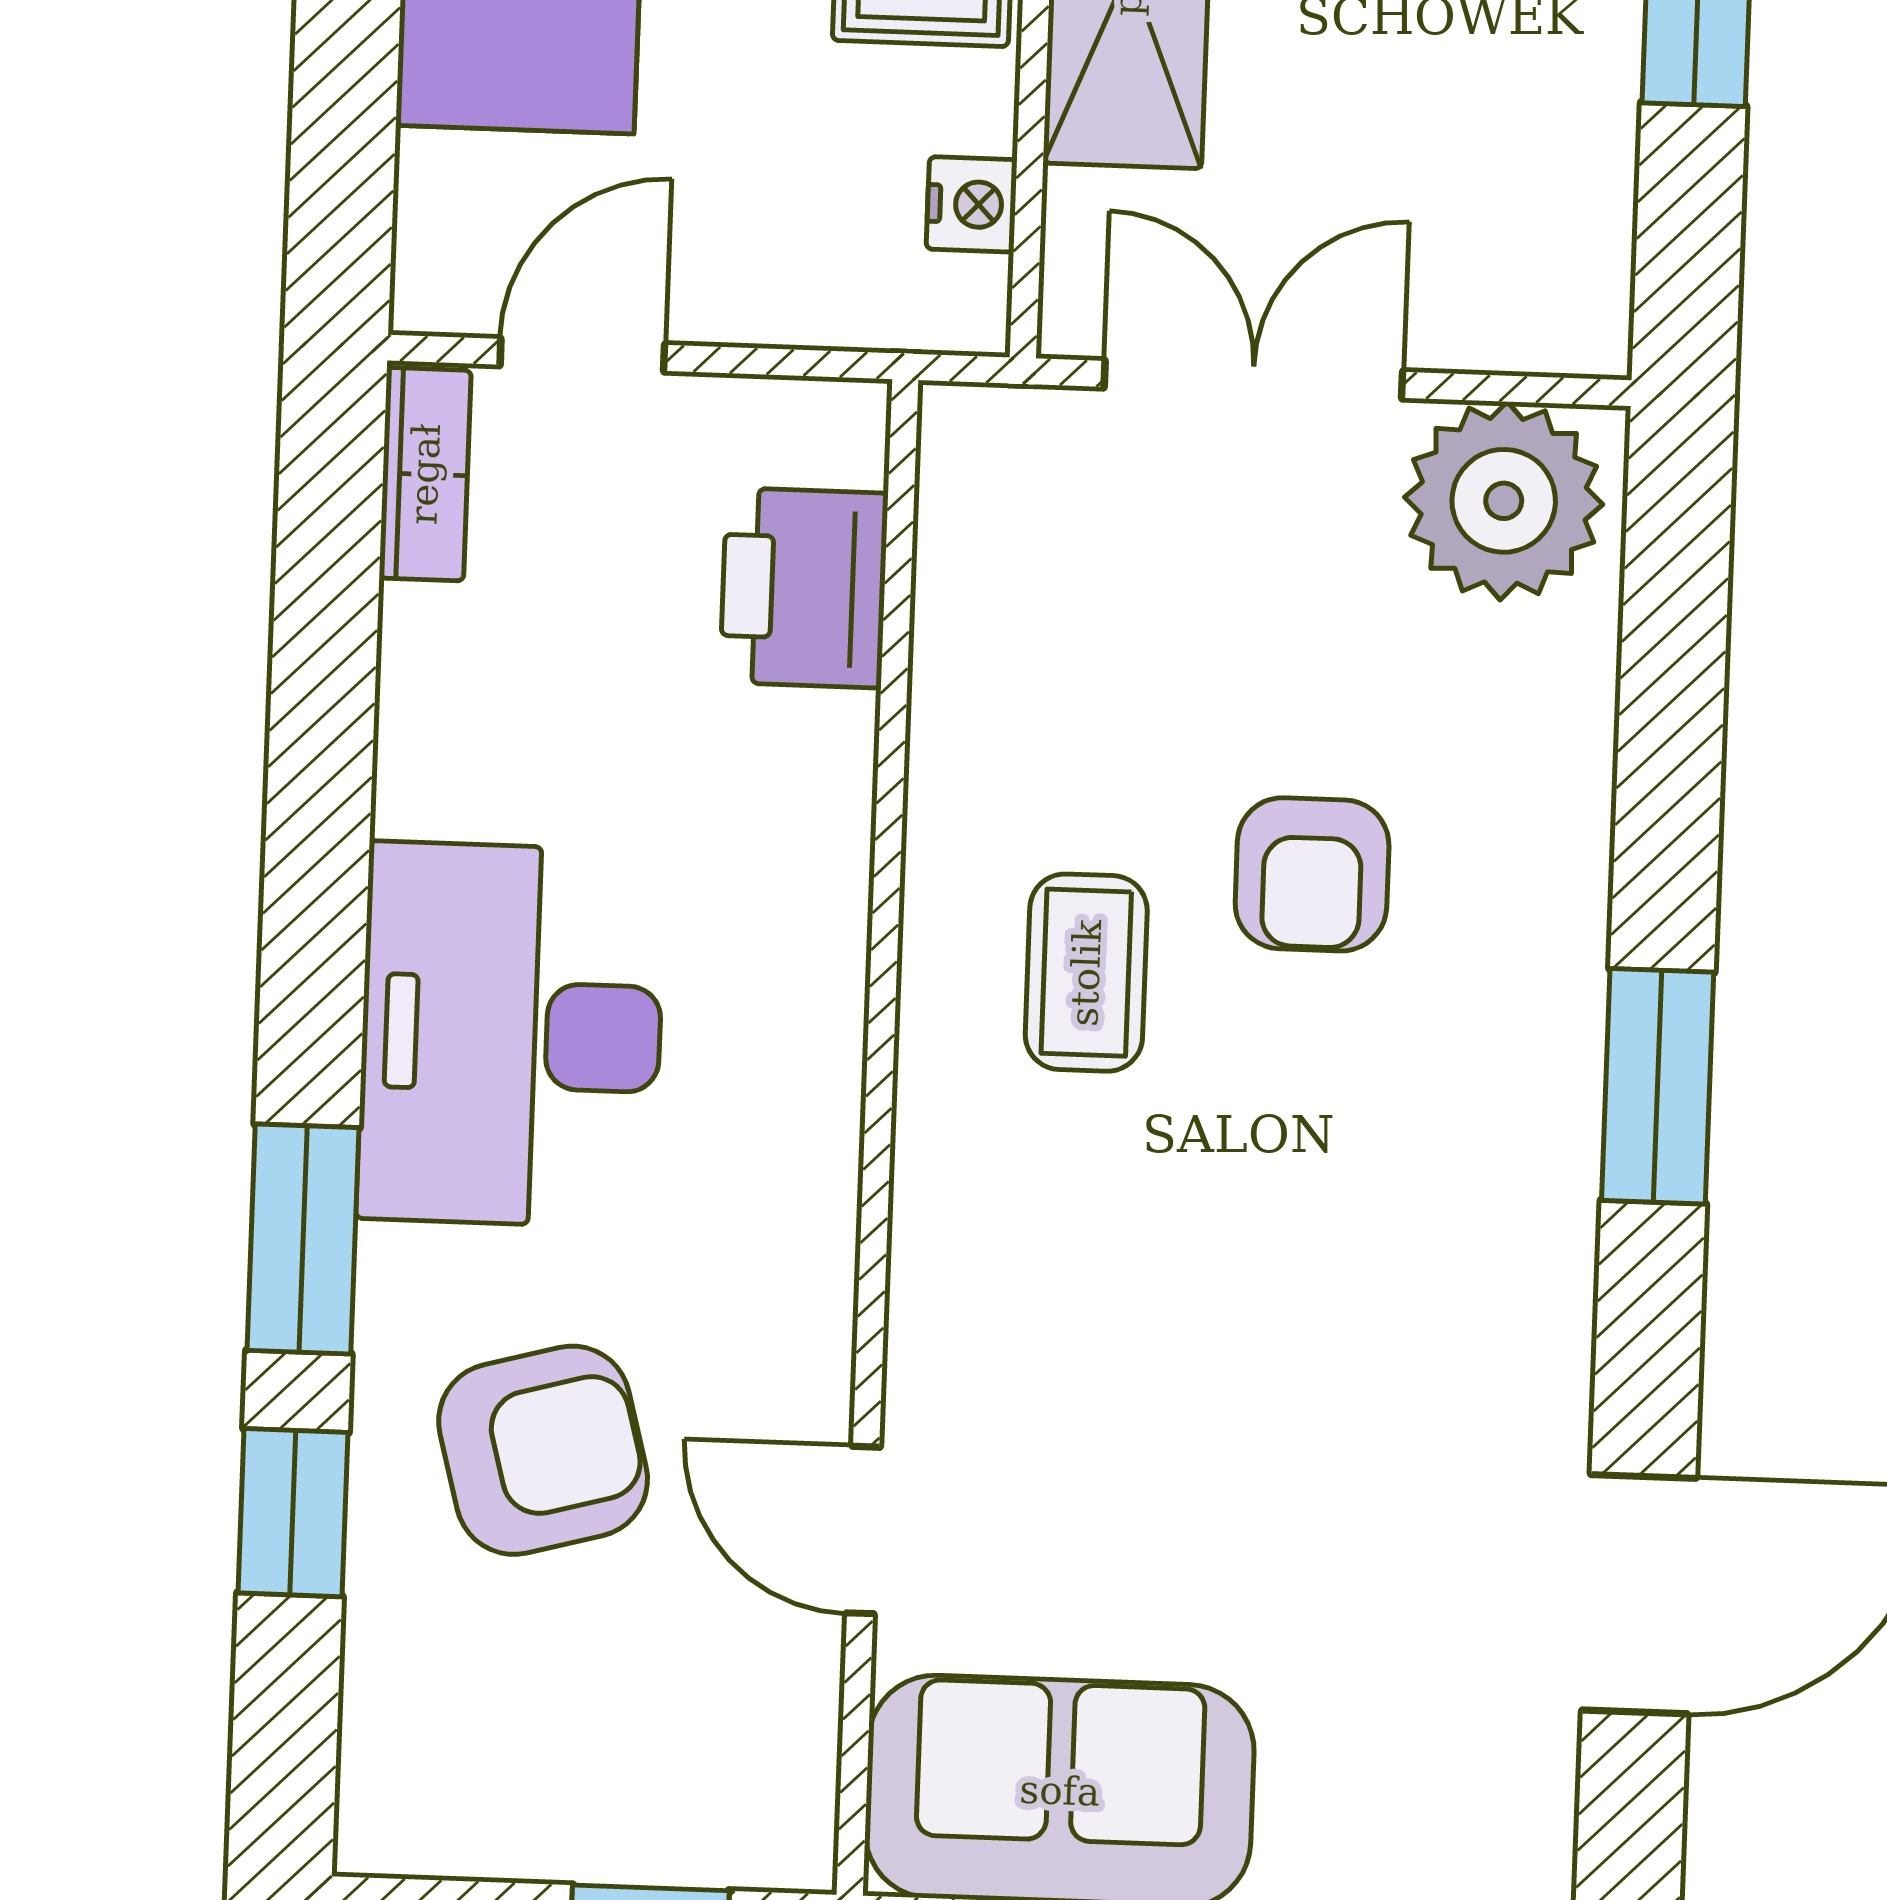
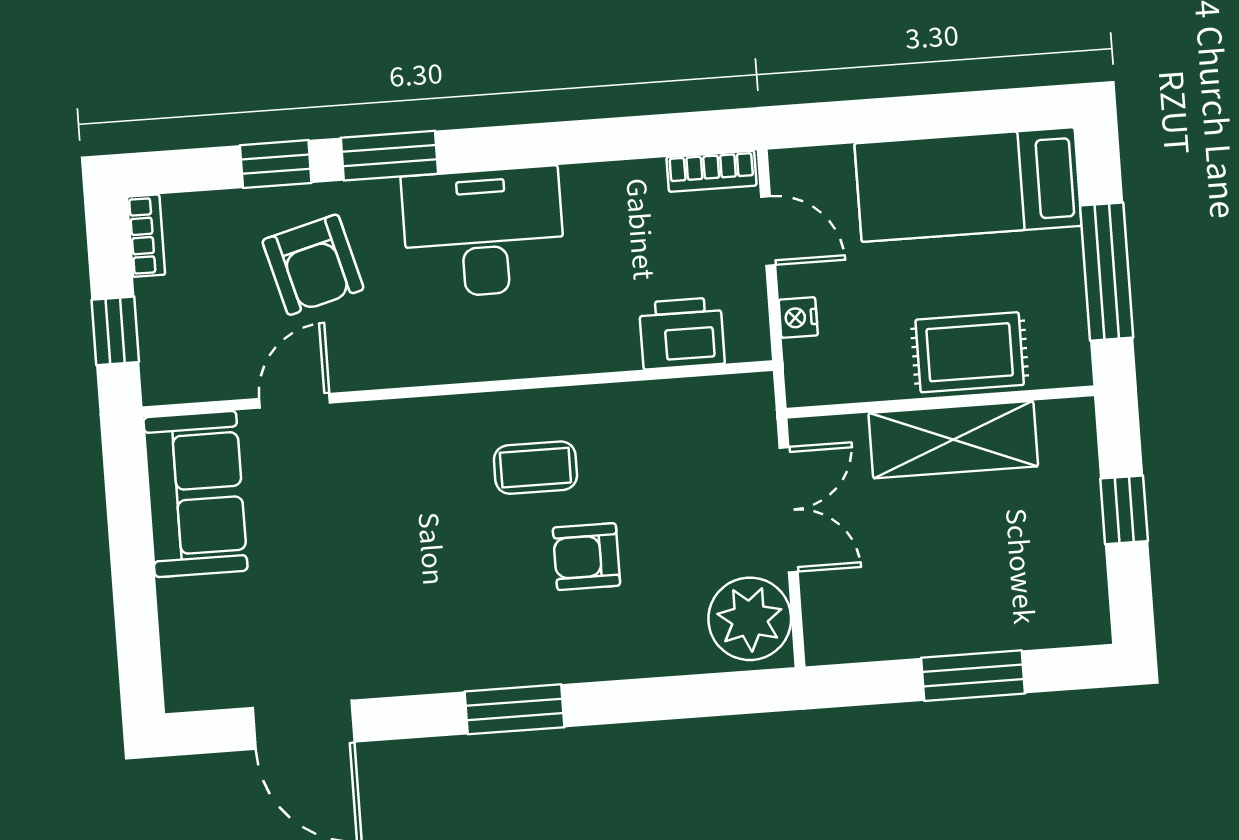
nightstand: (972, 204) -> (798, 318), moved, turned 90
bookcase: (430, 1841) -> (146, 236), added

